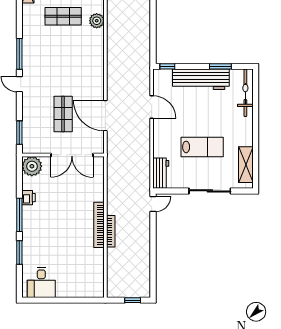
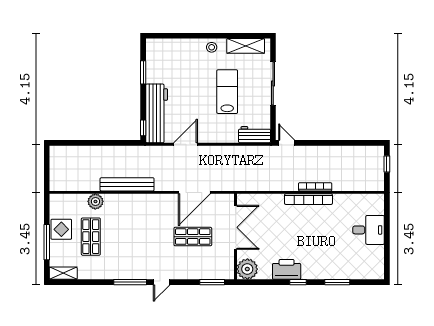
bench: (113, 51) -> (127, 184), added
workbench: (201, 79) -> (157, 113), moved
bicycle: (245, 93) -> (171, 46), removed
stool: (245, 132) -> (212, 47), added
printer: (29, 198) -> (287, 269), width x1.87, depth x1.48
window: (19, 215) -> (298, 282), width x0.46
desk: (41, 282) -> (368, 230), moved

